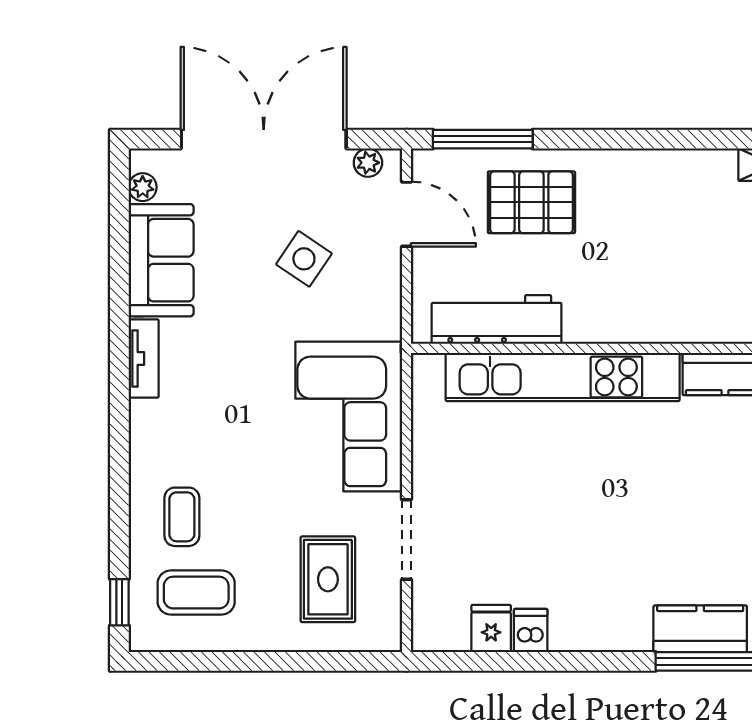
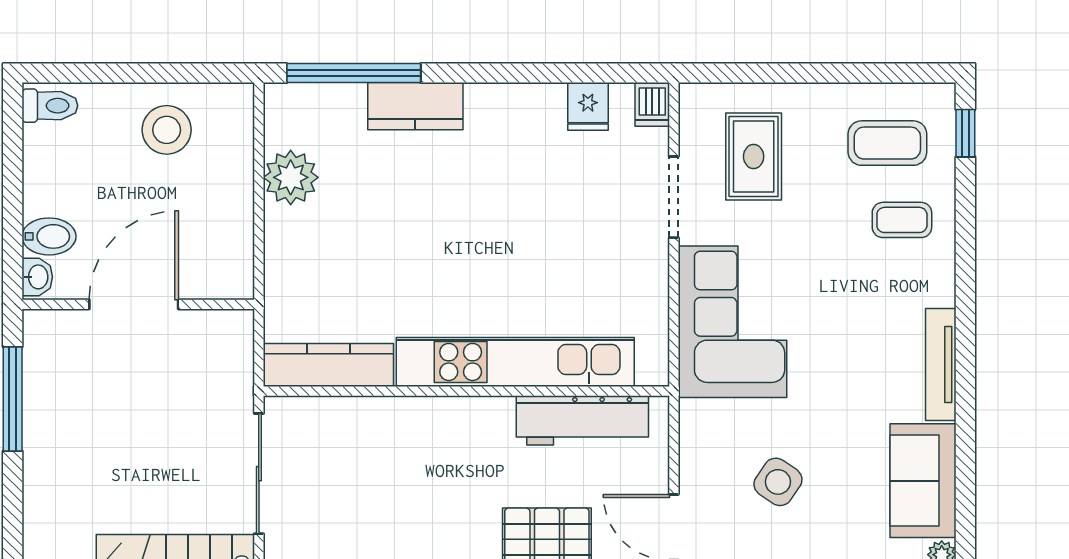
tv unit: (144, 358) -> (941, 364), width x1.41
coffee table: (182, 517) -> (902, 220), turned 90
kitchen counter: (700, 629) -> (415, 106), moved
dishwasher: (531, 631) -> (652, 104), moved

